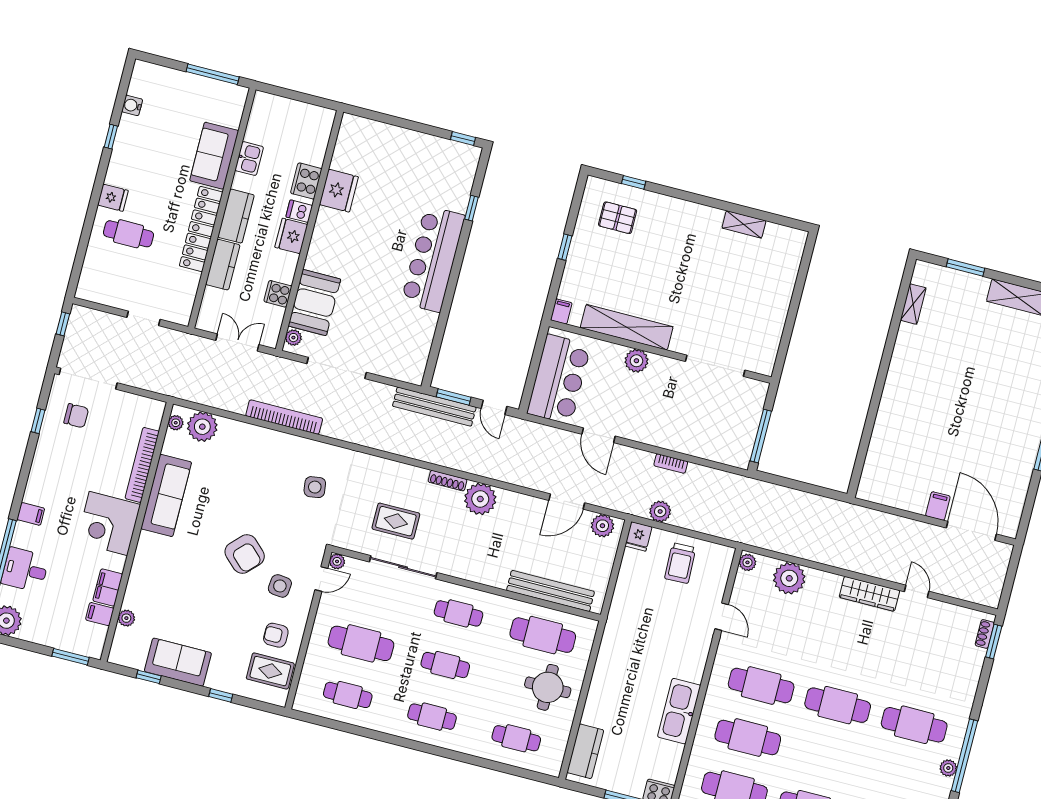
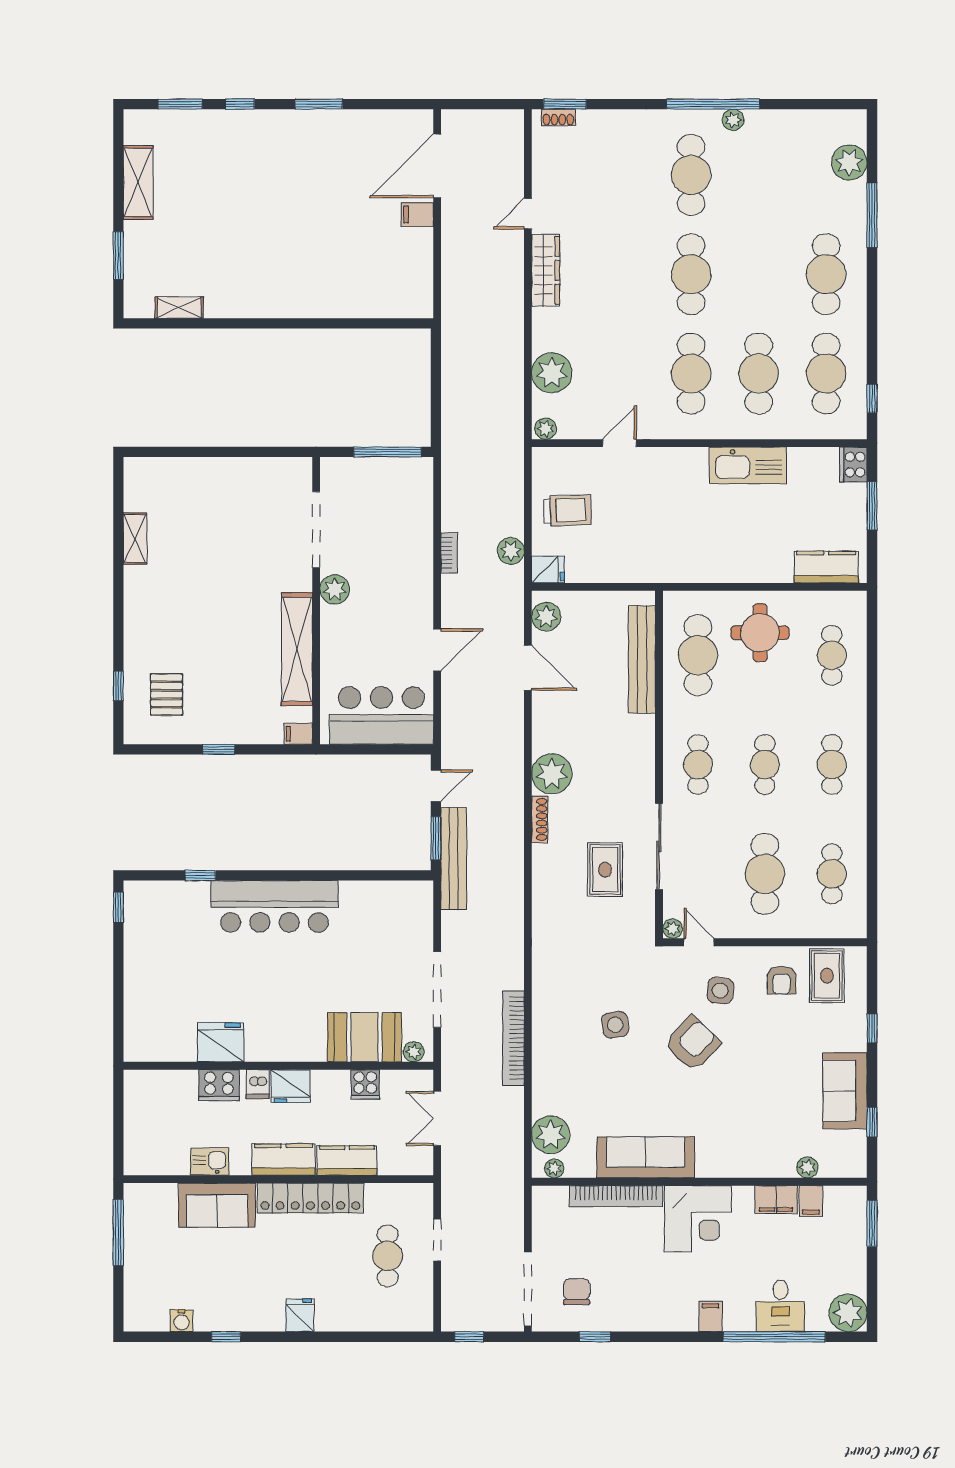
cafe table: (129, 234) -> (388, 1256), moved
plant: (636, 361) -> (335, 589), moved
side table: (315, 487) -> (615, 1025), moved

